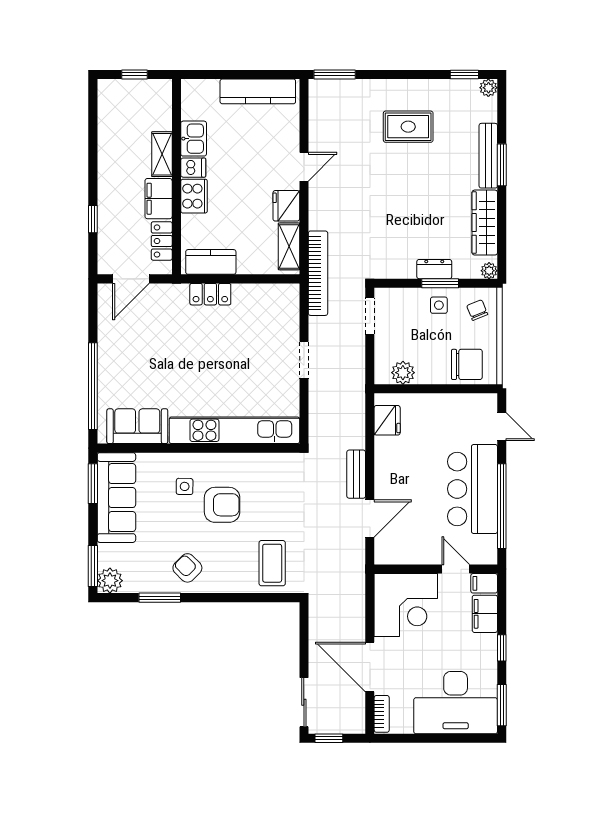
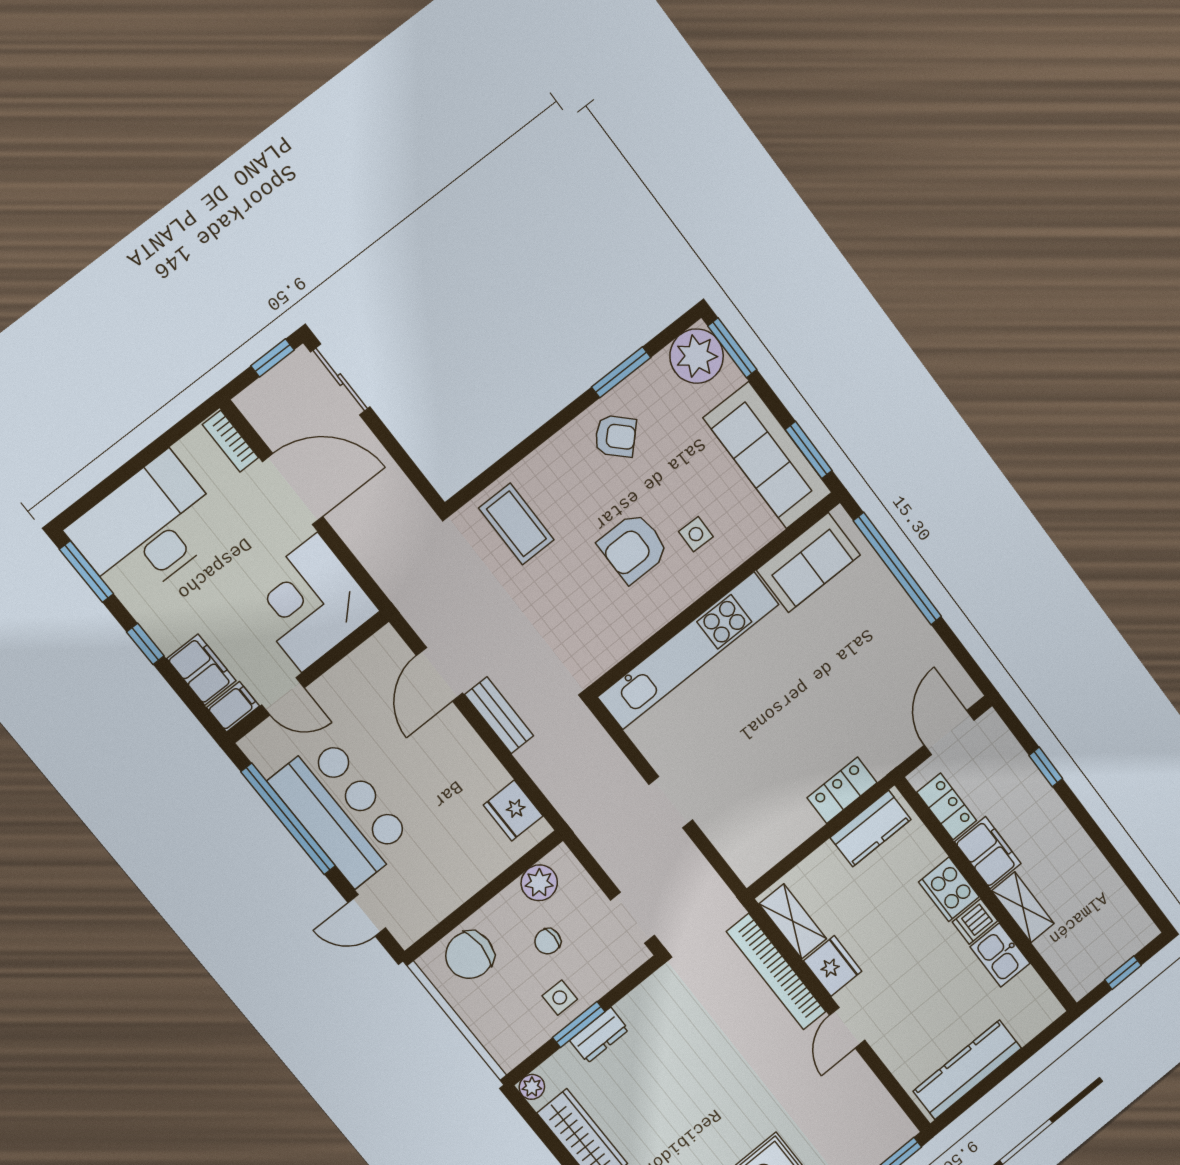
bookcase: (318, 273) -> (776, 972), moved
chair: (477, 310) -> (548, 941), moved, turned 112
plant: (110, 581) -> (697, 356), width x1.36, depth x1.36

